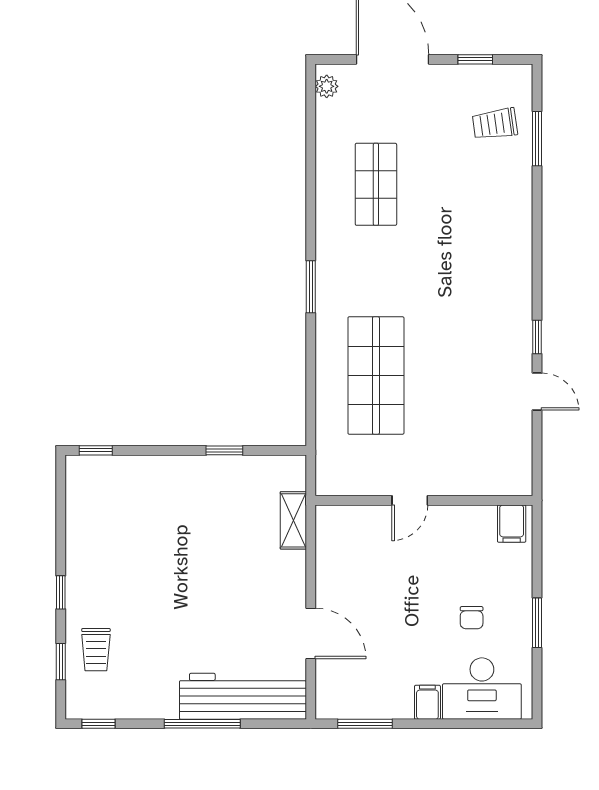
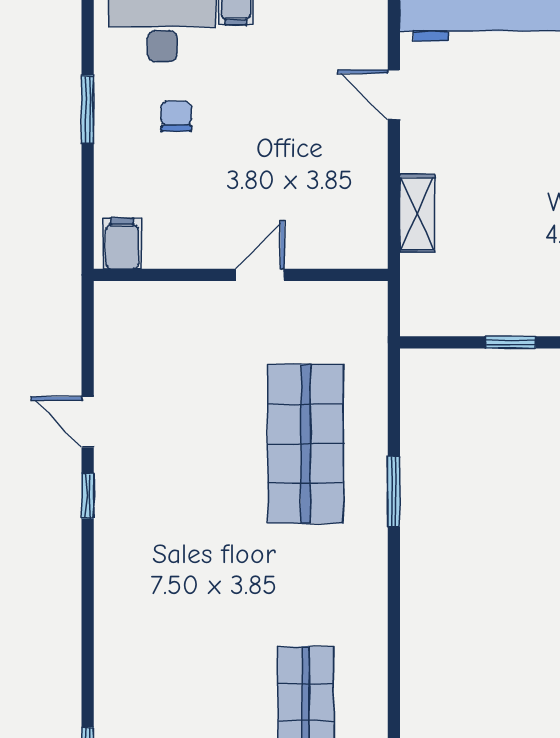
window: (311, 287) -> (394, 491), moved
shelving: (293, 520) -> (417, 213), moved
door: (311, 633) -> (394, 95), width x0.73

